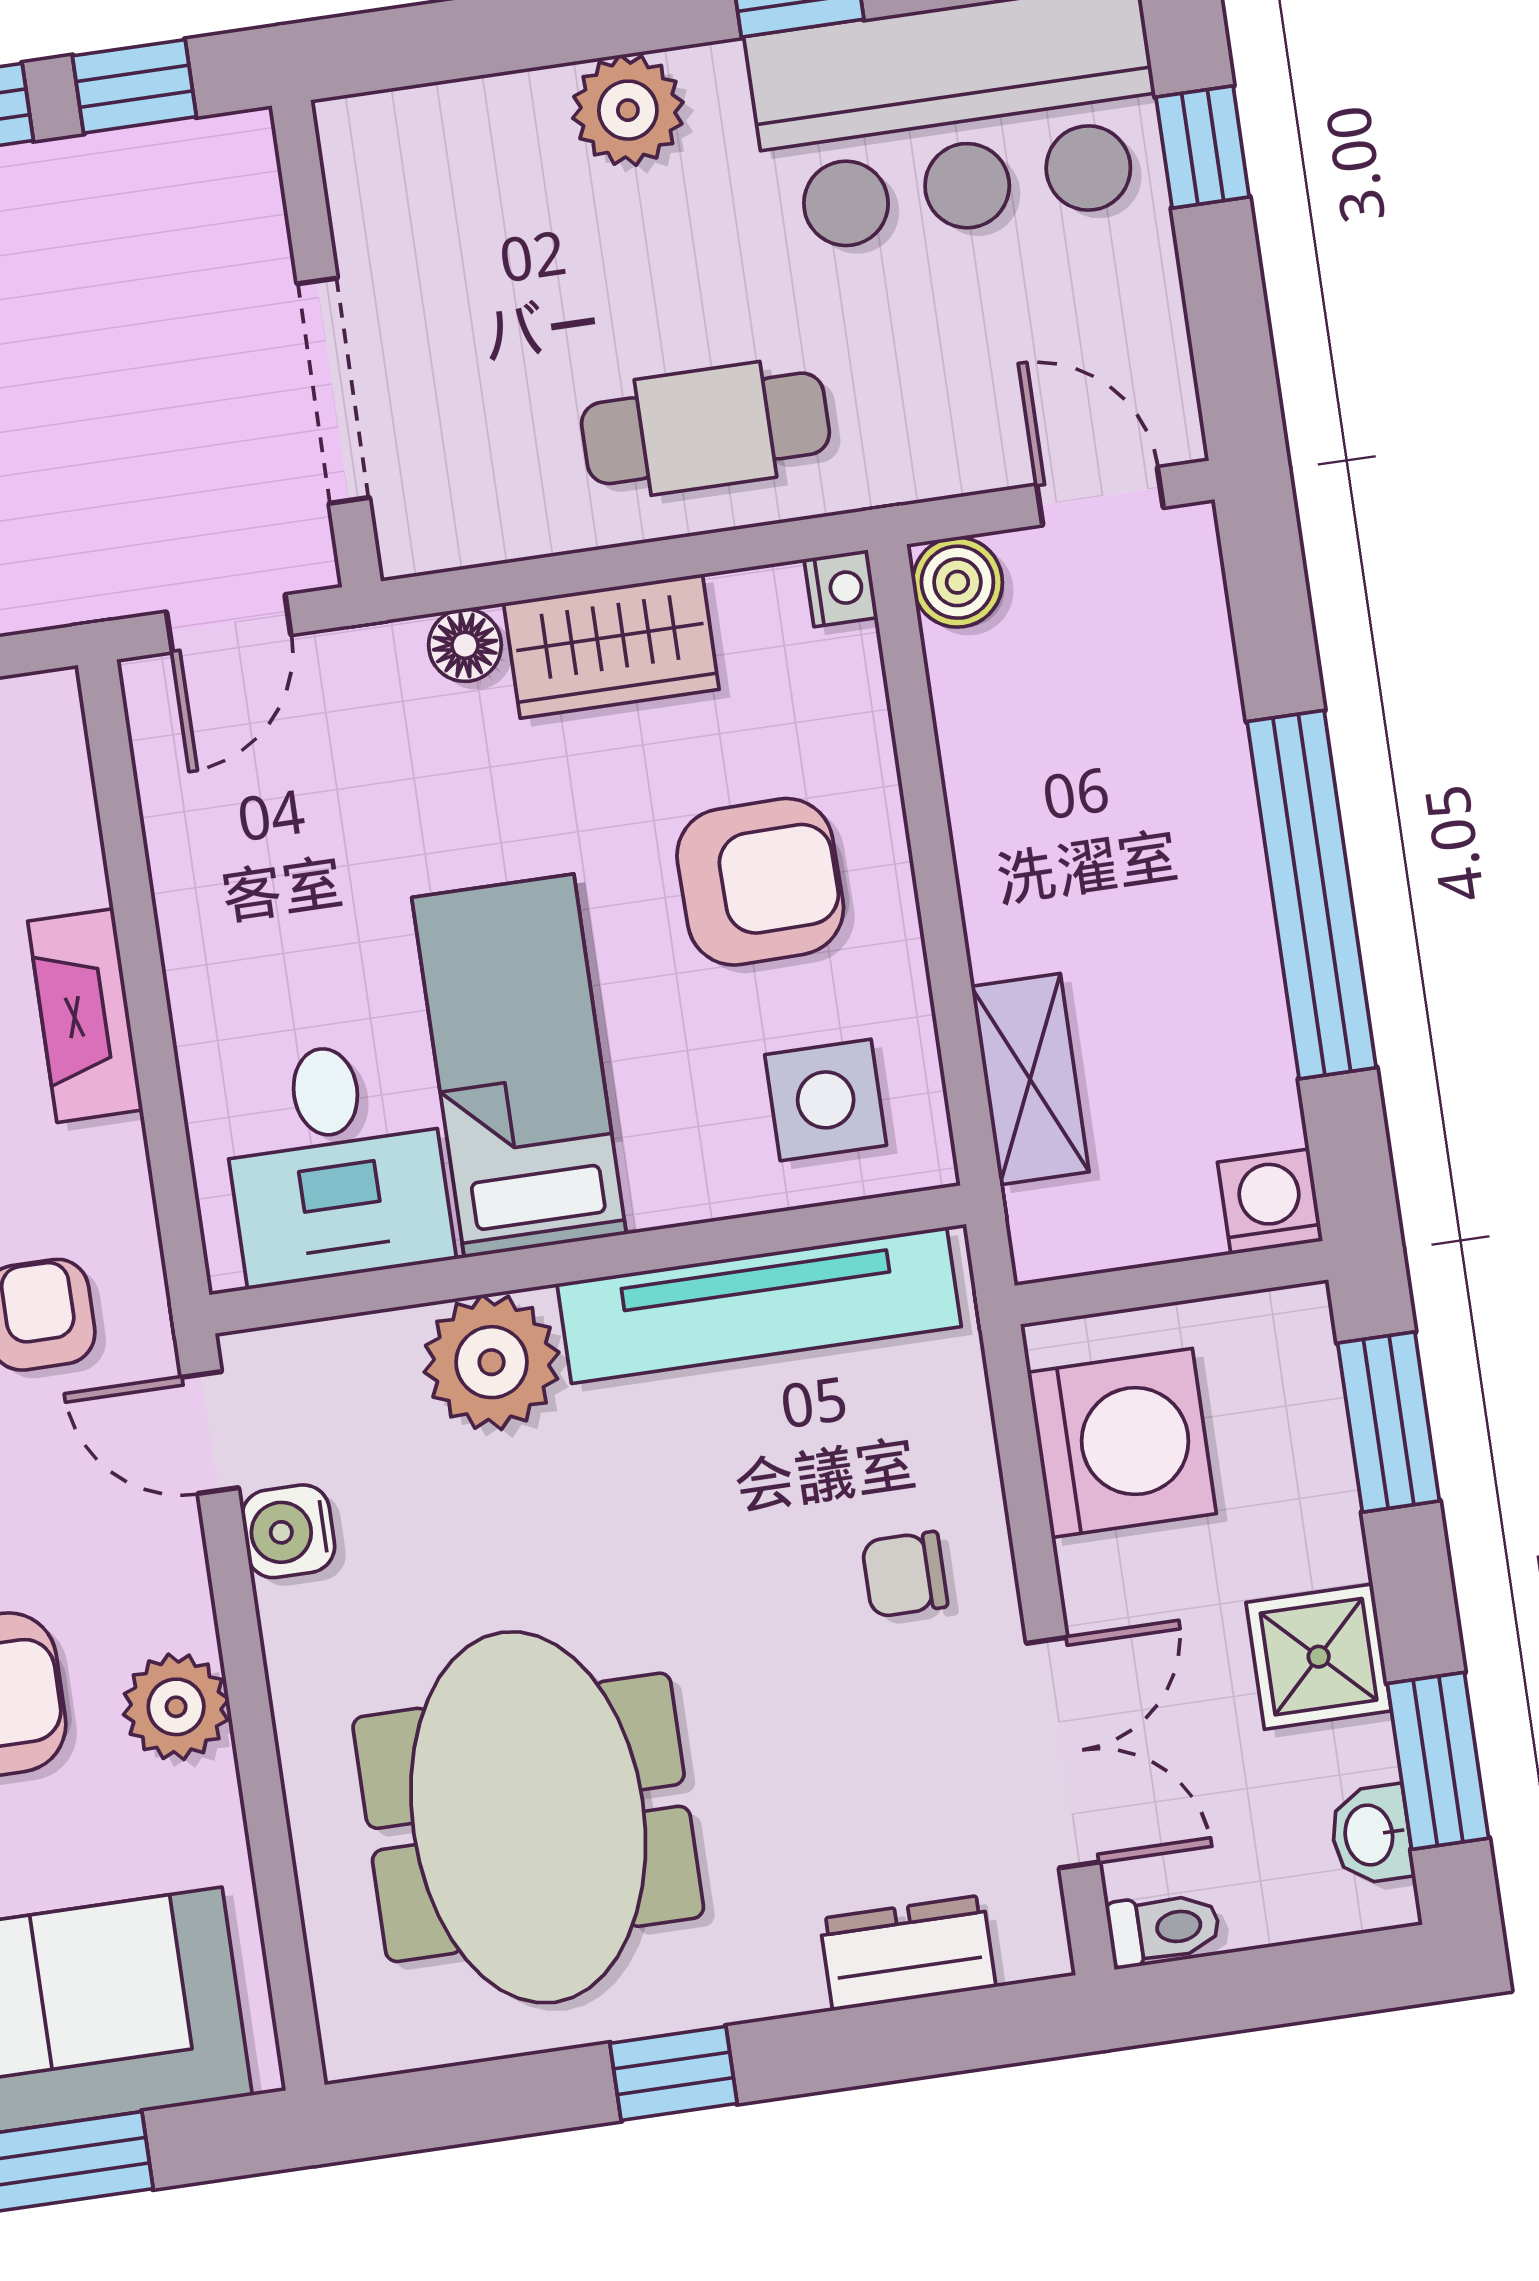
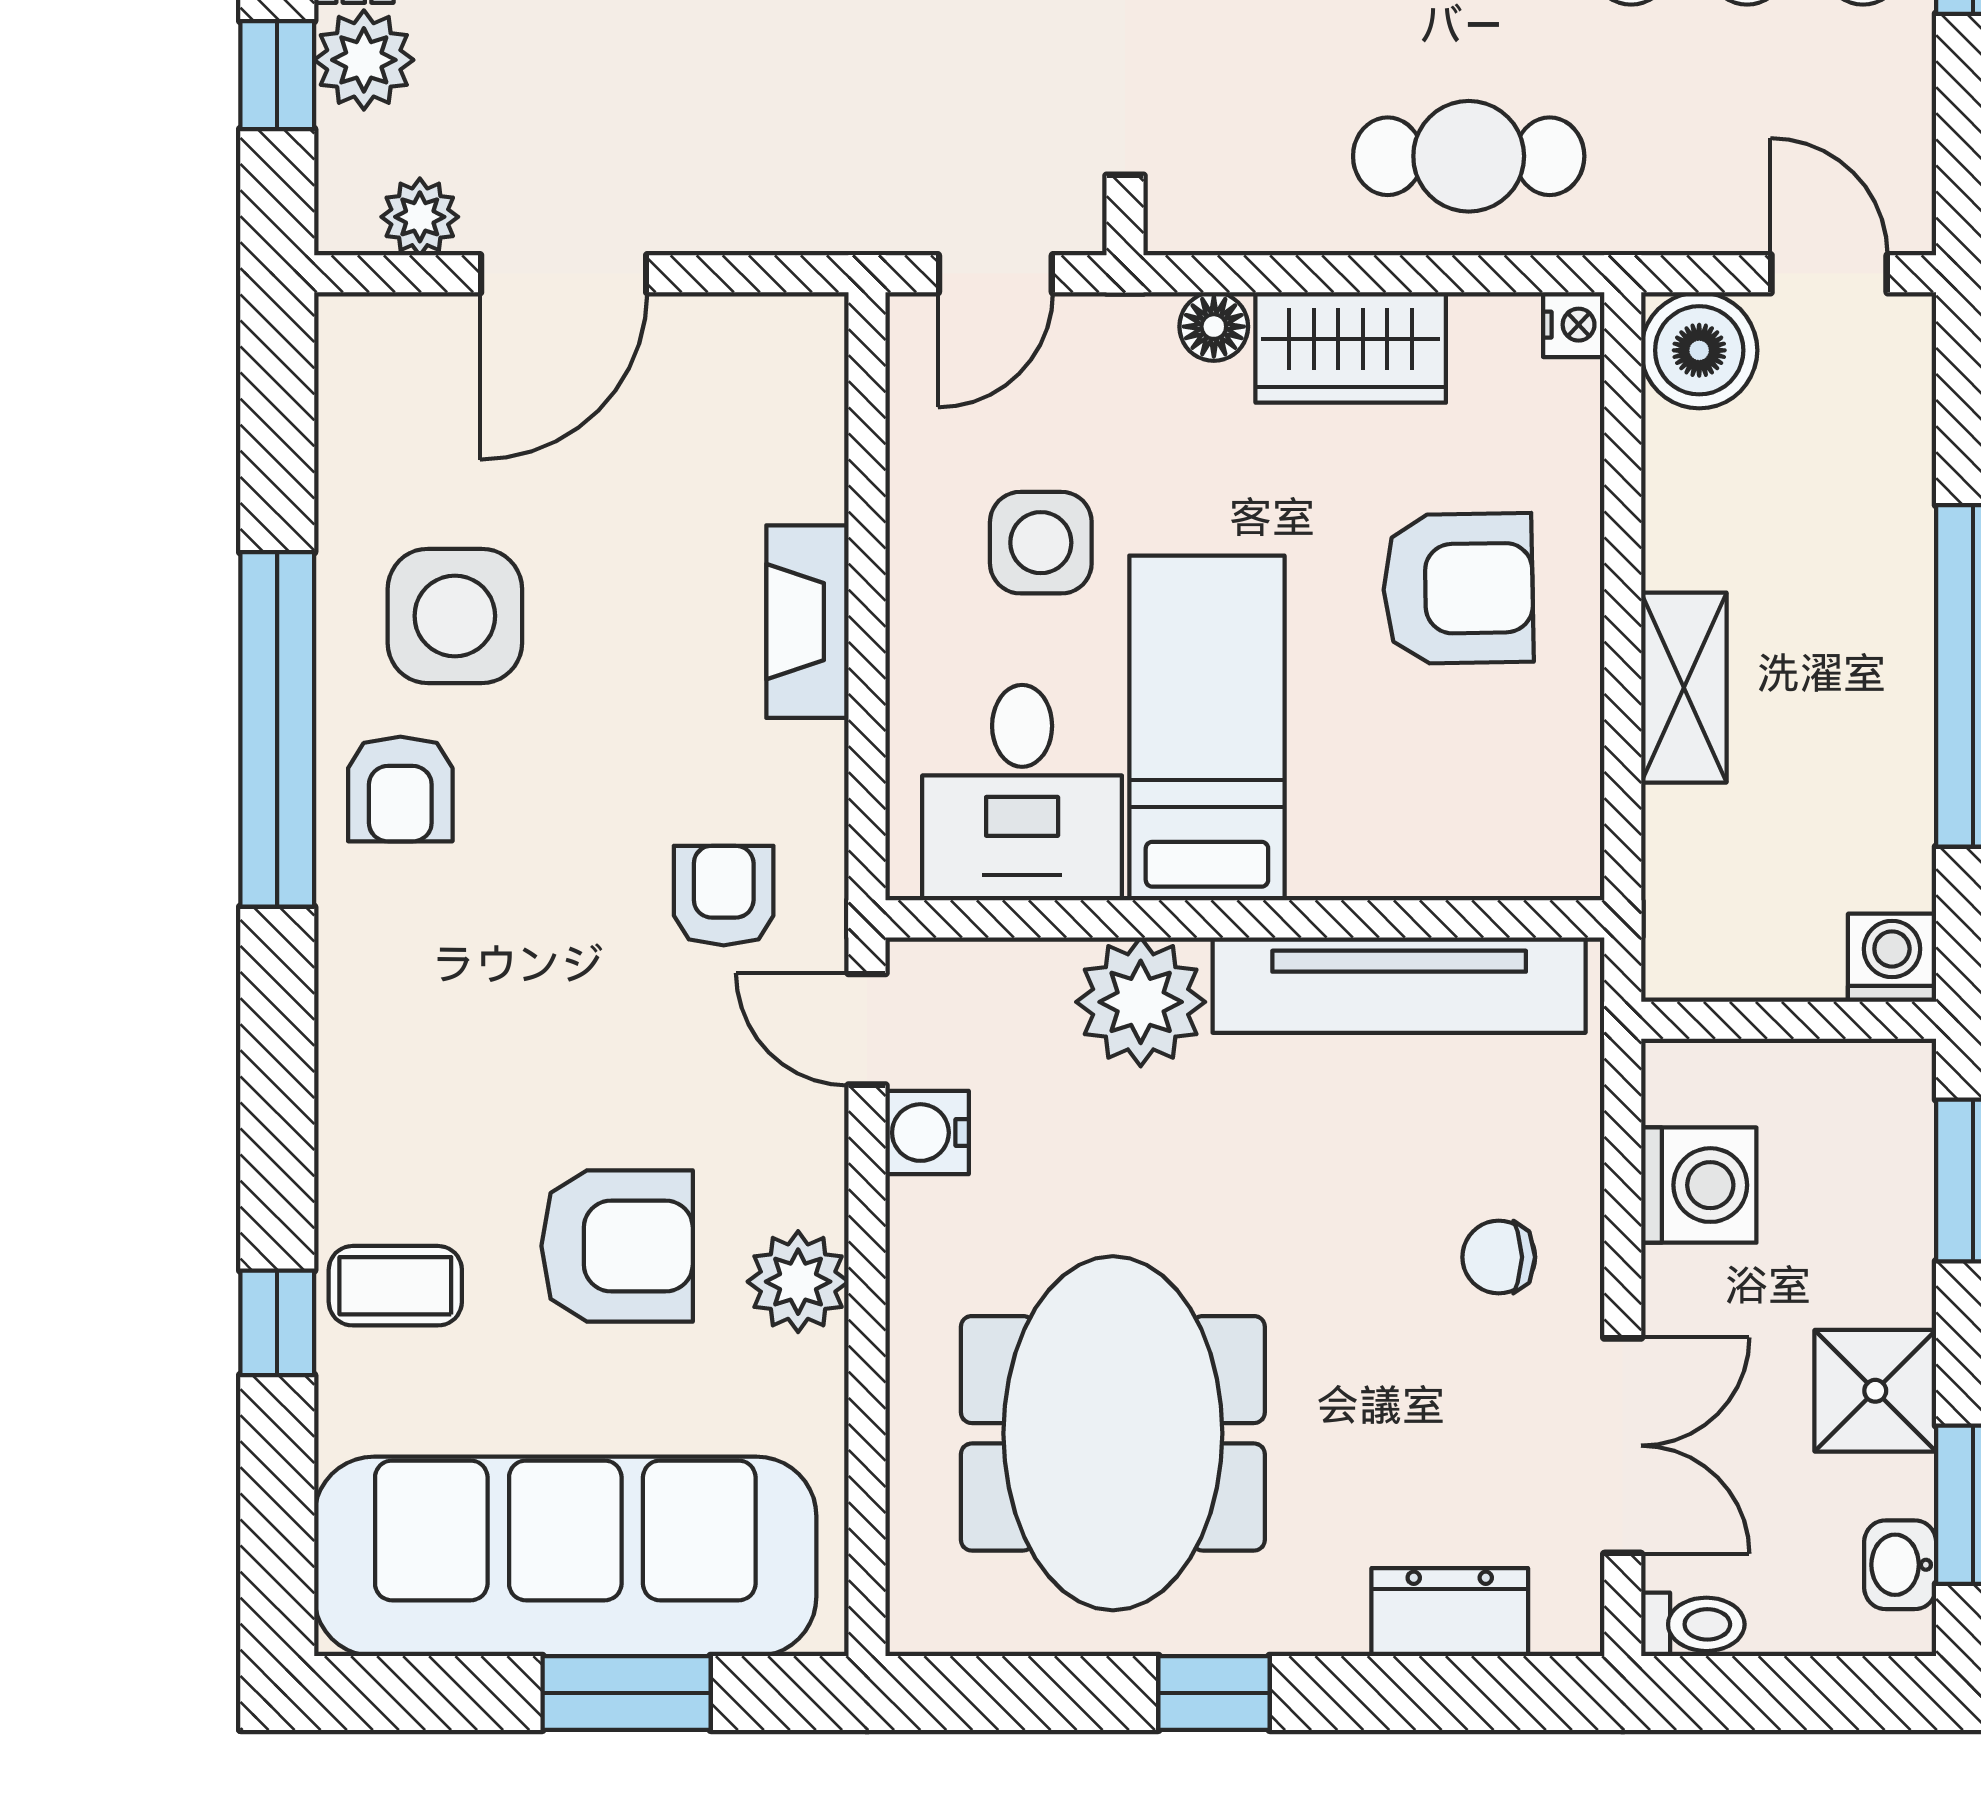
boiler: (957, 582) -> (1699, 350), width x1.36, depth x1.36
shelving: (1030, 1079) -> (1684, 688), moved
side table: (826, 1100) -> (1041, 543), moved
washing machine: (1122, 1443) -> (1699, 1185), width x0.73, depth x0.73

